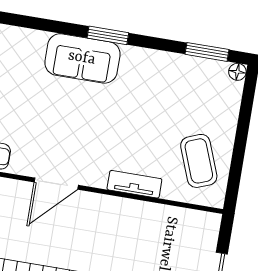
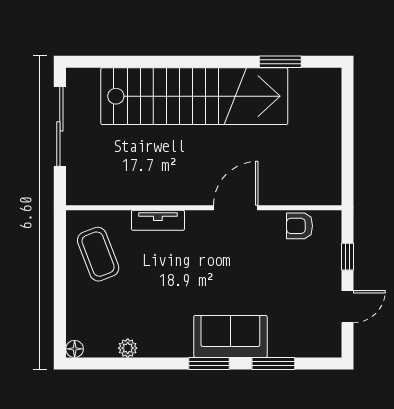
window: (207, 52) -> (273, 364), moved
plant: (185, 64) -> (128, 348), added

